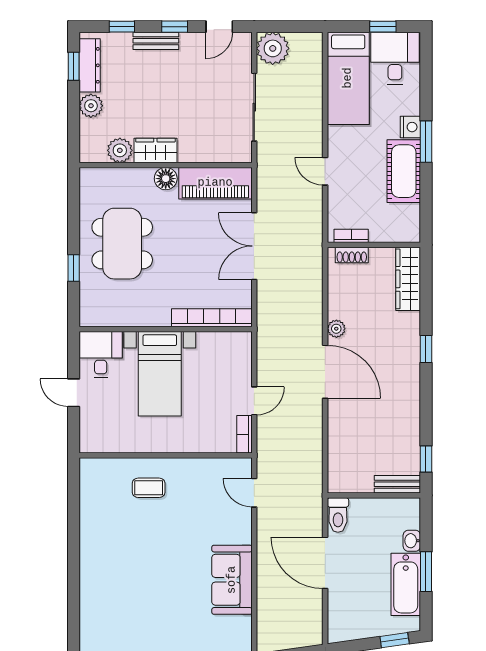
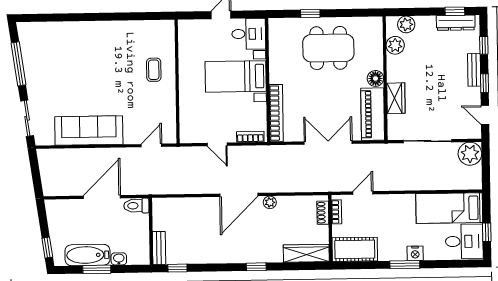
plant: (91, 106) -> (406, 24), moved
wardrobe: (155, 150) -> (396, 98), moved
door: (325, 171) -> (363, 193), moved
cot: (404, 171) -> (355, 249), moved
bookcase: (244, 434) -> (250, 137), moved
sofa: (232, 580) -> (89, 130), width x1.36

